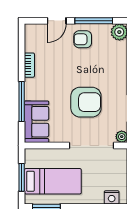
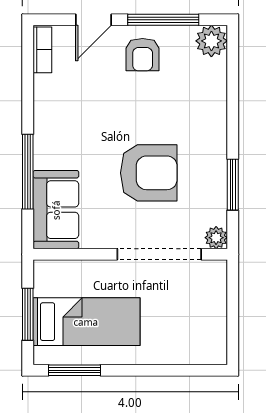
armchair: (83, 39) -> (143, 55), turned -90
bookcase: (29, 65) -> (42, 50), moved
nightstand: (112, 197) -> (197, 352), removed

